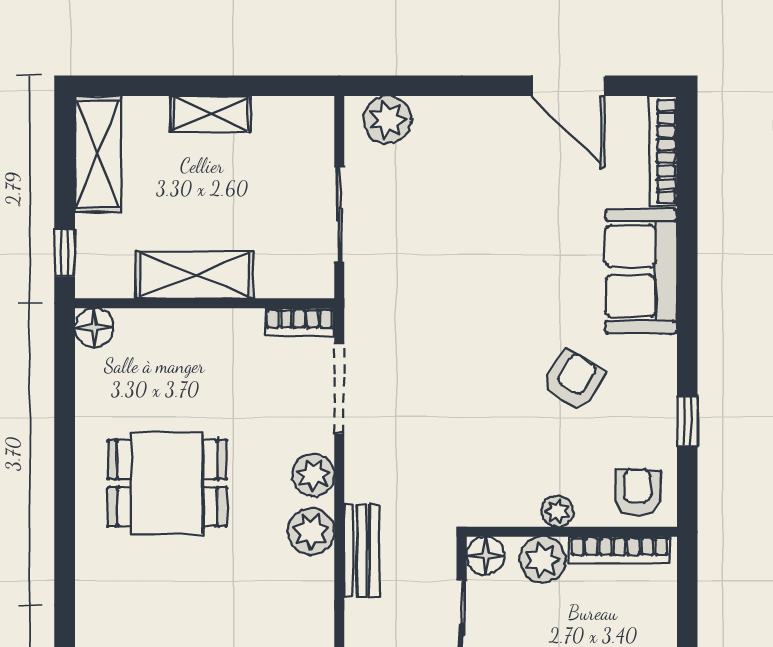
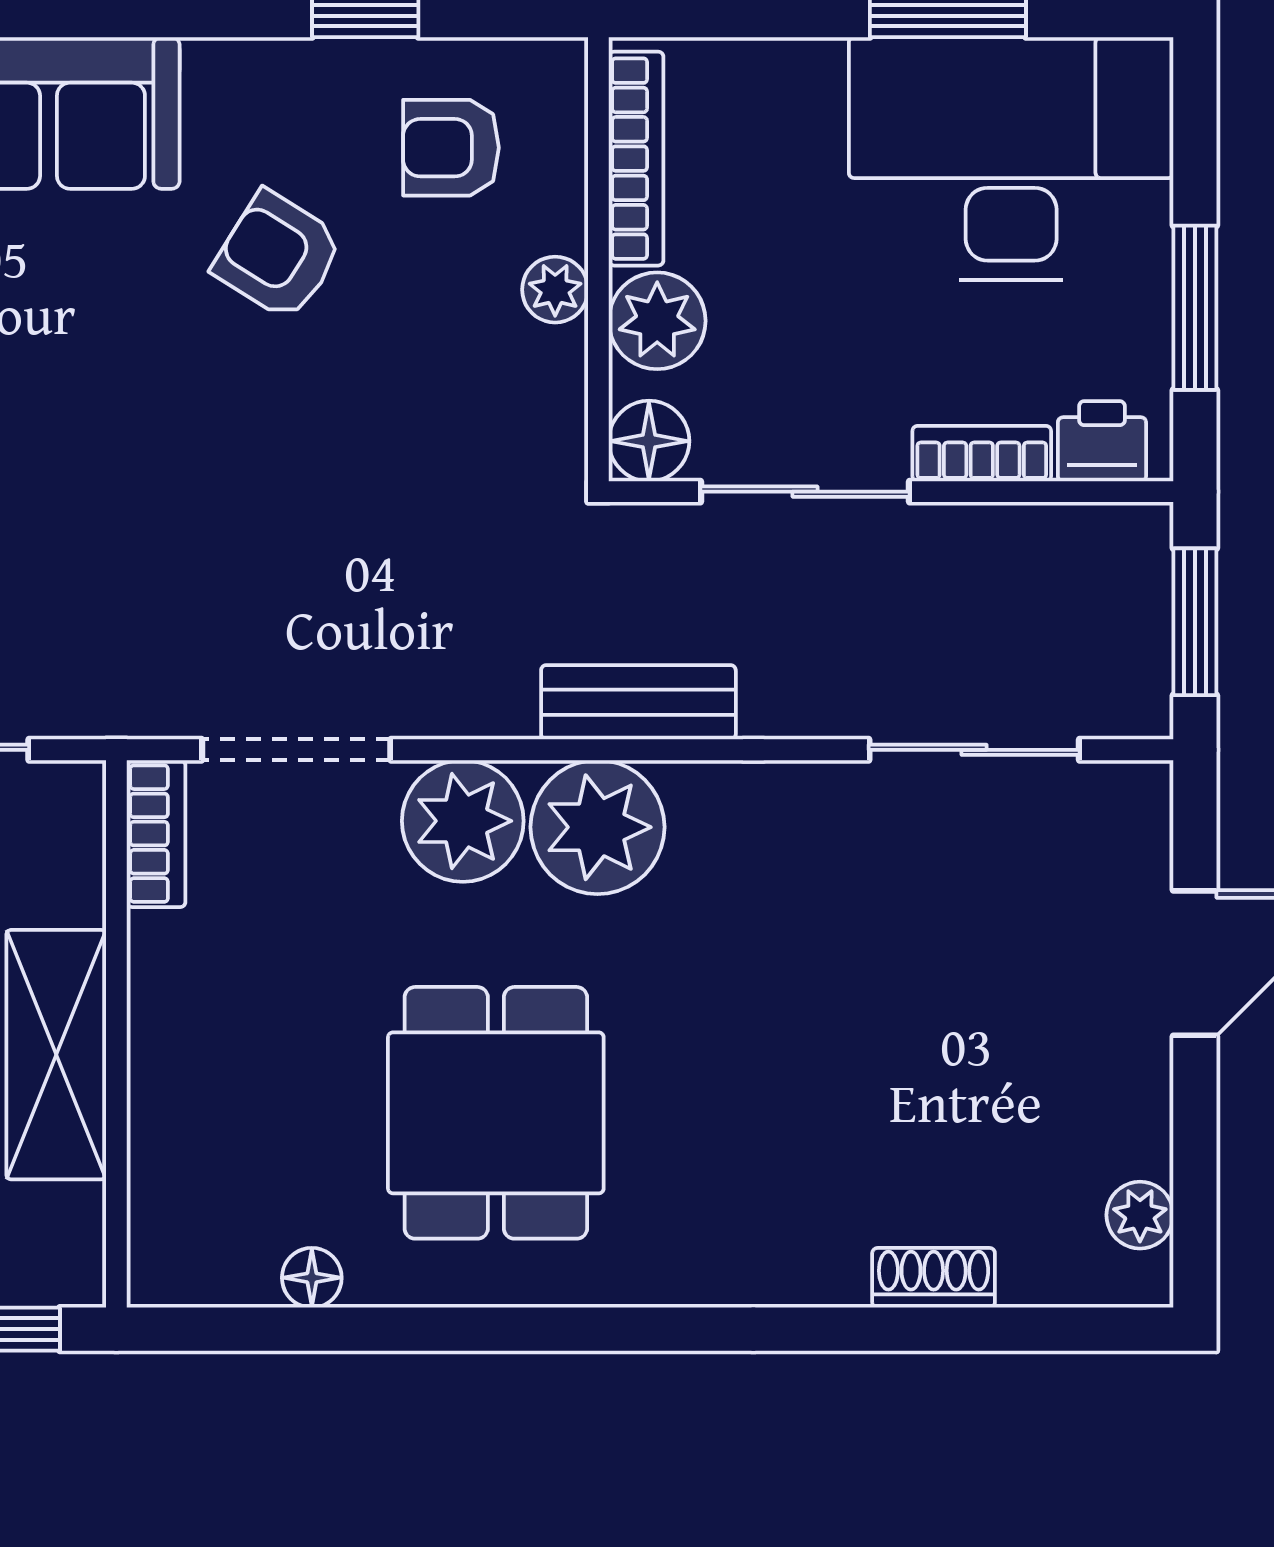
floor lamp: (94, 328) -> (312, 1278), moved, width x0.73, depth x0.73
plant: (313, 475) -> (463, 821), width x1.36, depth x1.36
armchair: (638, 492) -> (451, 148), moved
plant: (311, 531) -> (597, 827), width x1.36, depth x1.36

